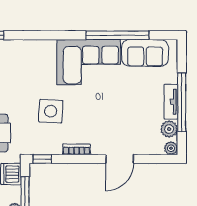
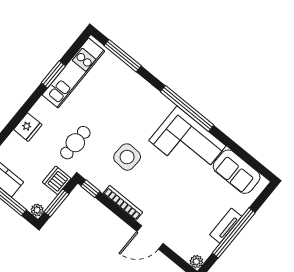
window: (117, 35) -> (187, 108), moved
plant: (169, 129) -> (207, 246), removed
bookcase: (77, 149) -> (123, 203), width x1.56

